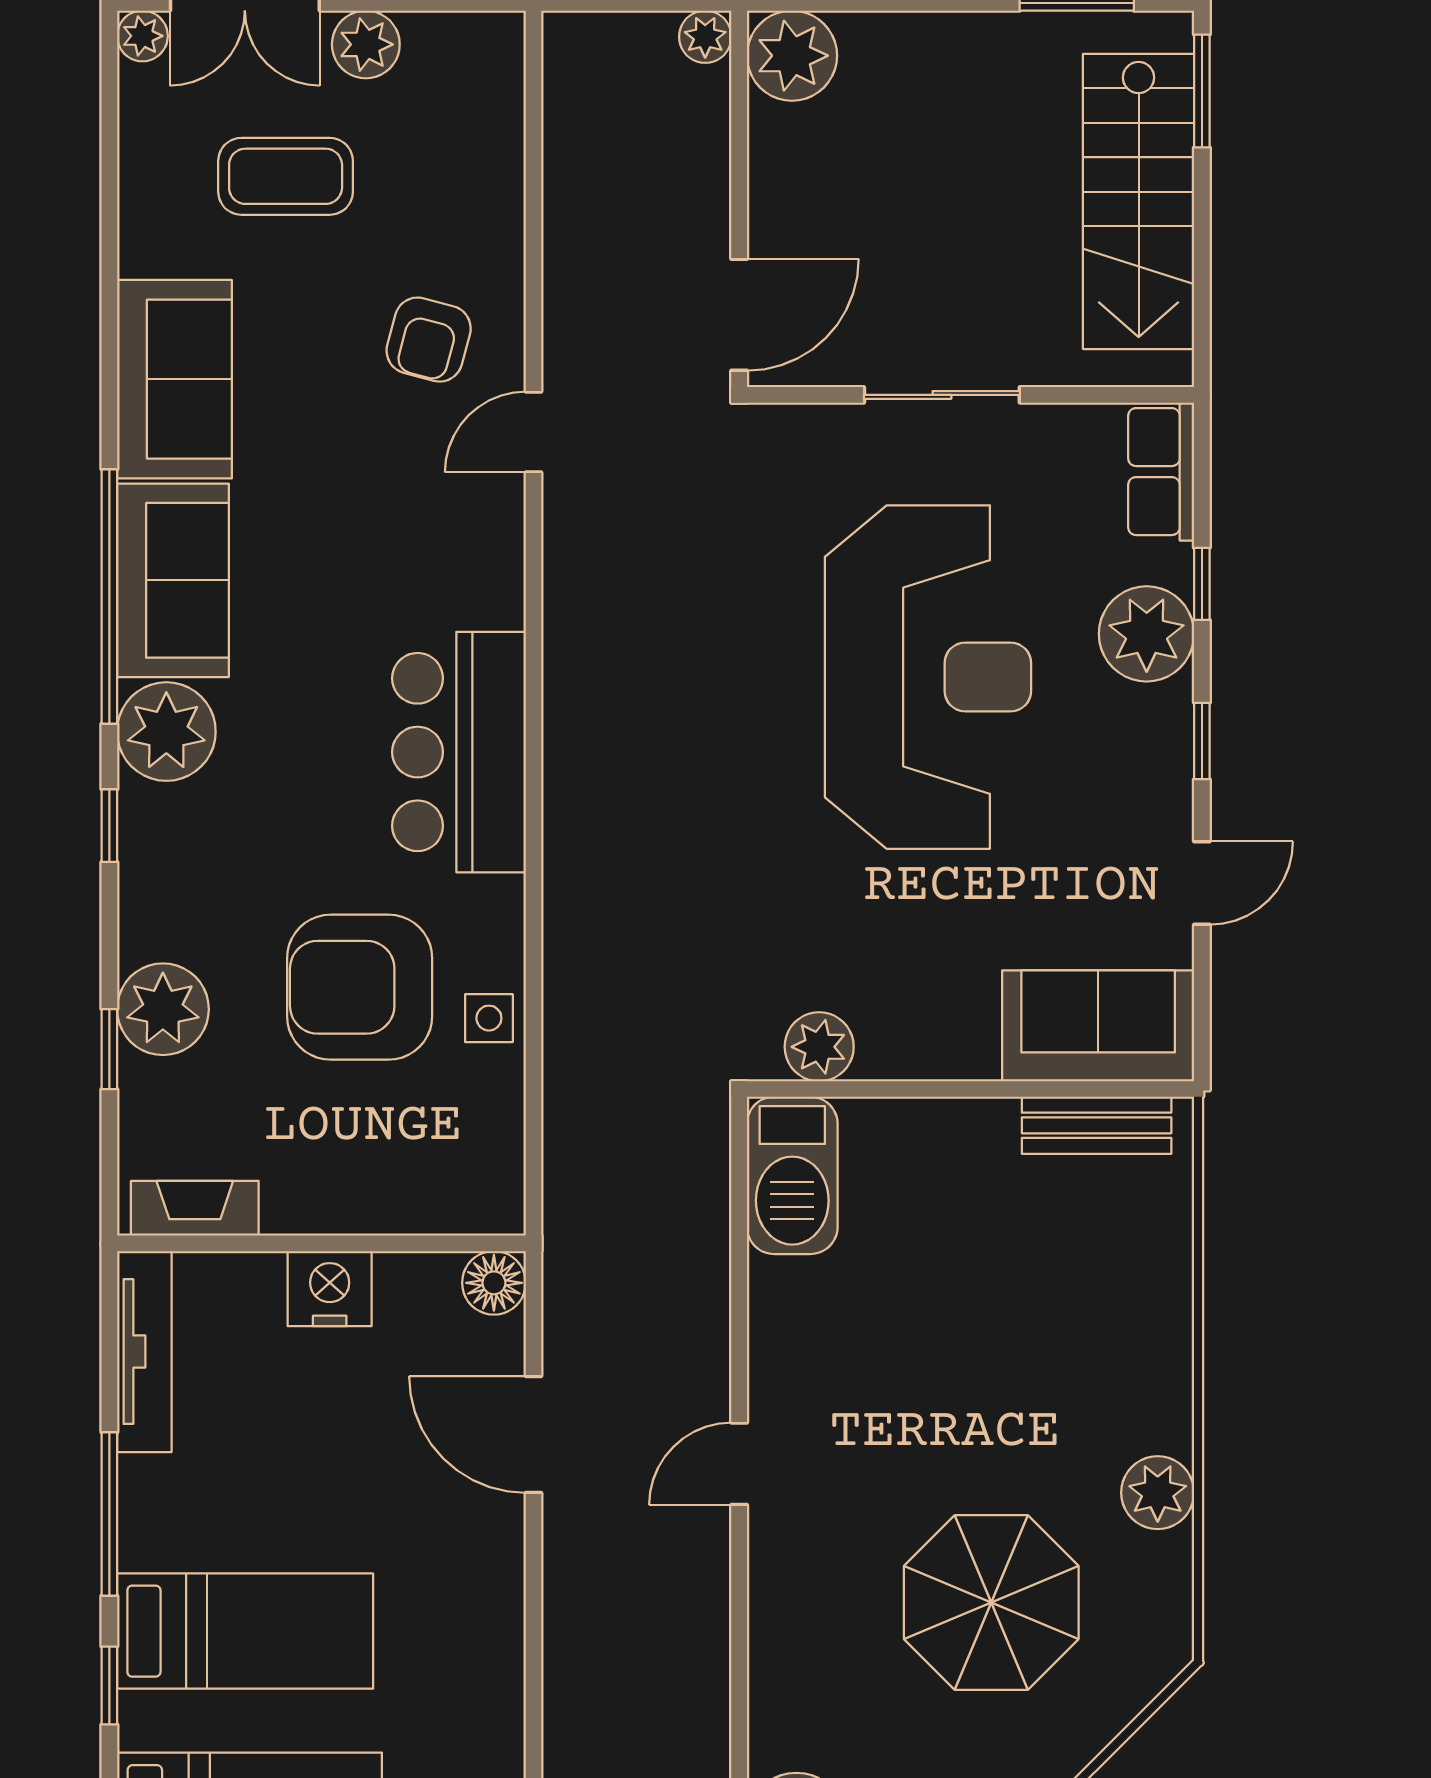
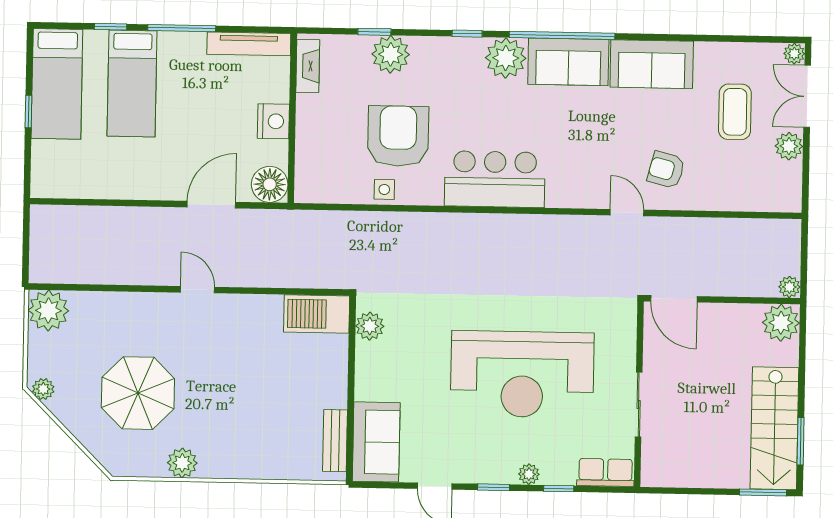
stairs: (1139, 201) -> (774, 428), moved, turned -90
sliding door: (942, 395) -> (639, 405), moved
plant: (1147, 634) -> (529, 474), width x0.53, depth x0.53
floor lamp: (494, 1283) -> (270, 184), width x1.38, depth x1.38

